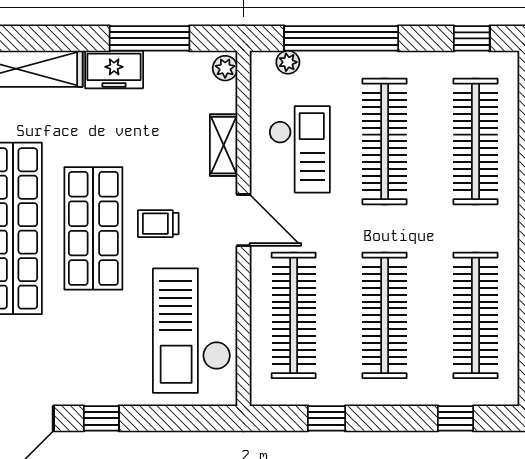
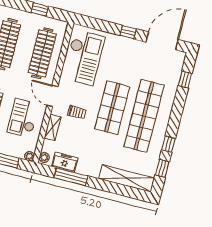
plant: (288, 62) -> (29, 156), moved
freezer: (114, 70) -> (65, 162), moved
trolley: (158, 224) -> (77, 112), moved

